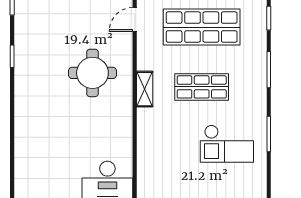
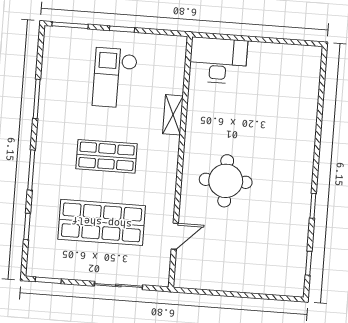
shelving: (145, 89) -> (173, 115), moved
checkout: (227, 144) -> (115, 78), moved, turned -90

